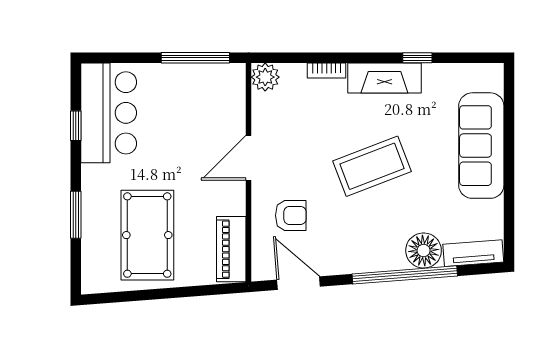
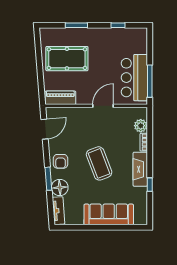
plant: (265, 77) -> (141, 126), moved
bar counter: (109, 113) -> (134, 78), moved, turned 90
door: (248, 158) -> (103, 106), hinge flipped
armchair: (291, 215) -> (61, 161), moved
window: (405, 275) -> (48, 179), width x0.47

